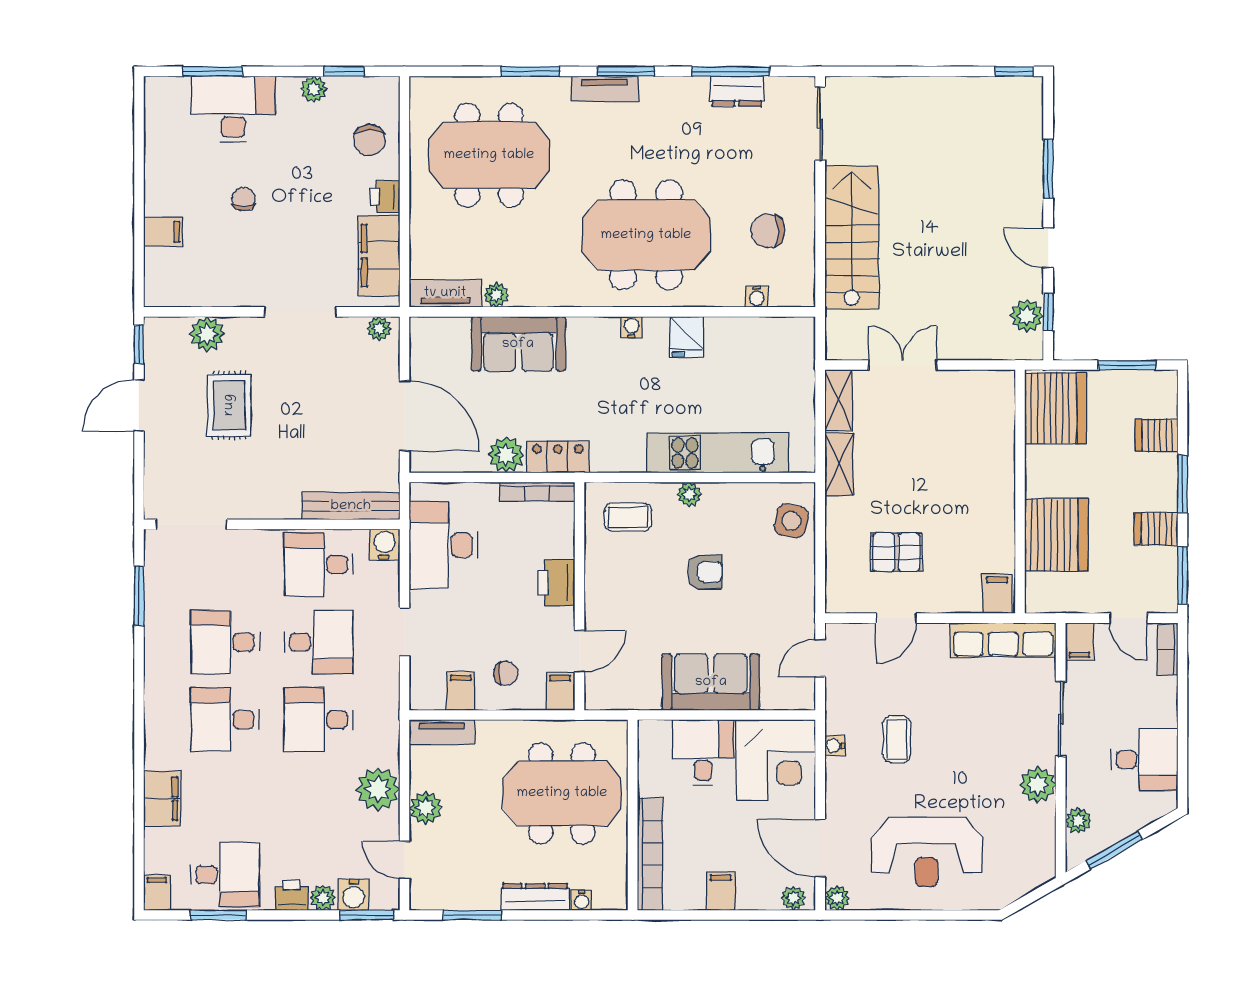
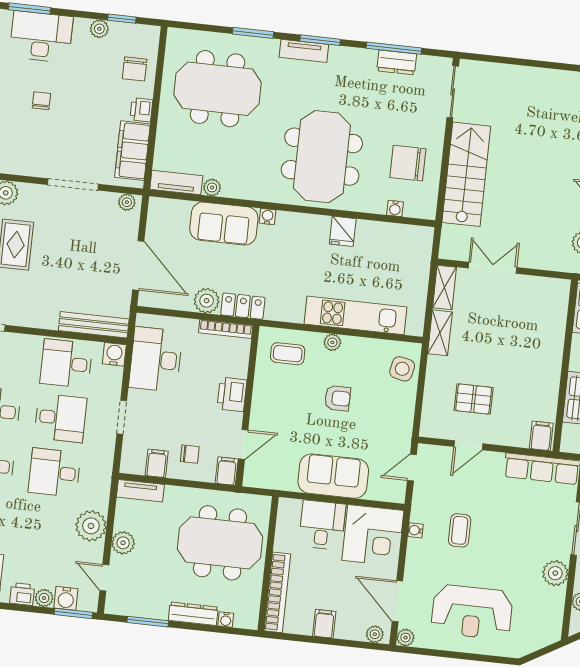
chair: (768, 231) -> (408, 163), width x1.37, depth x1.37
meeting table: (646, 235) -> (322, 157), turned 90
water cooler: (631, 327) -> (267, 217), moved

